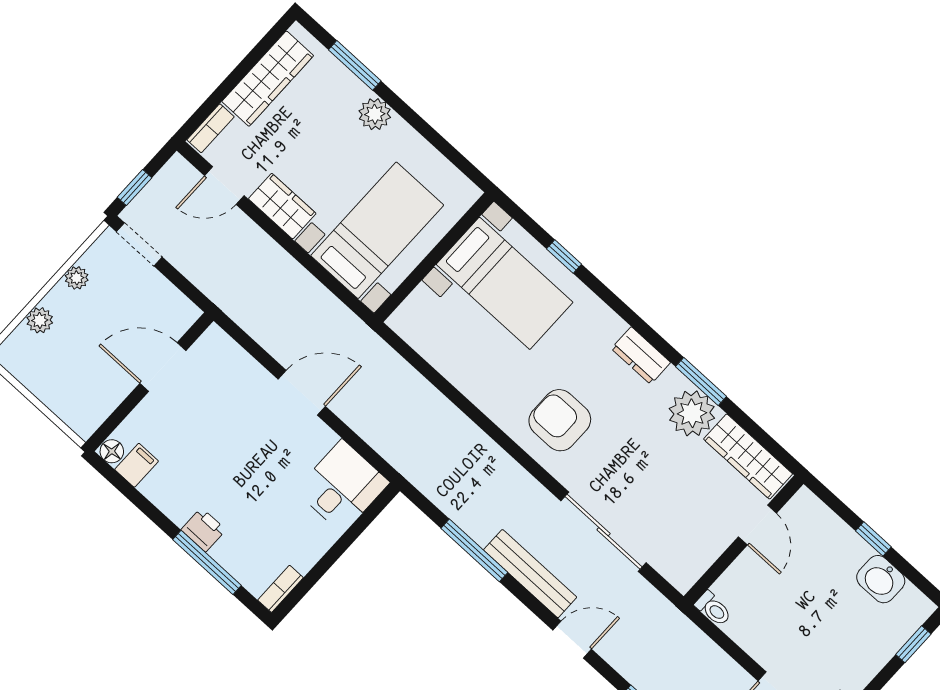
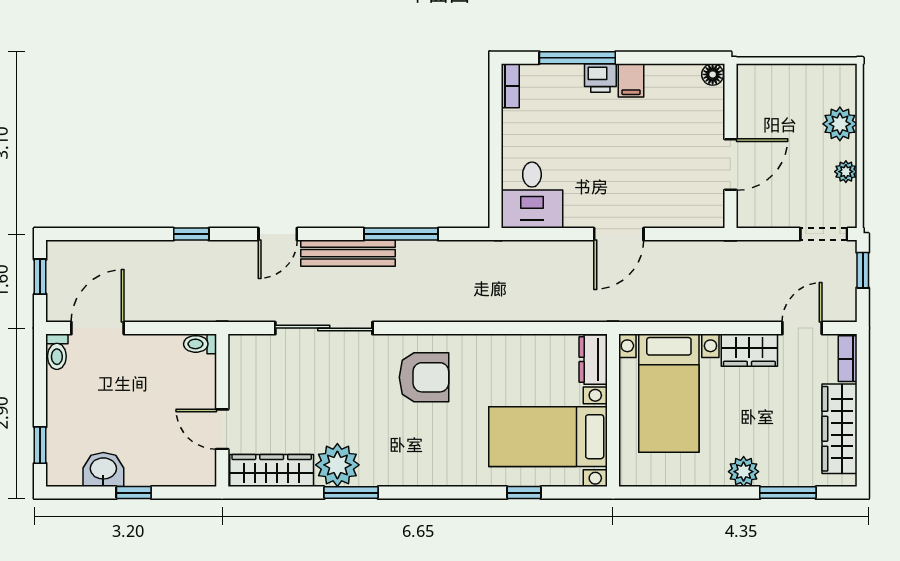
plant: (40, 320) -> (840, 124), width x1.38, depth x1.38
dresser: (641, 356) -> (593, 359), moved, turned -90
filing cabinet: (137, 465) -> (631, 80), moved

